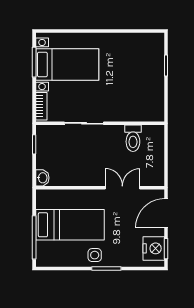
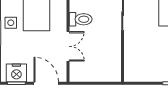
toilet: (133, 138) -> (81, 19), moved, turned 180

